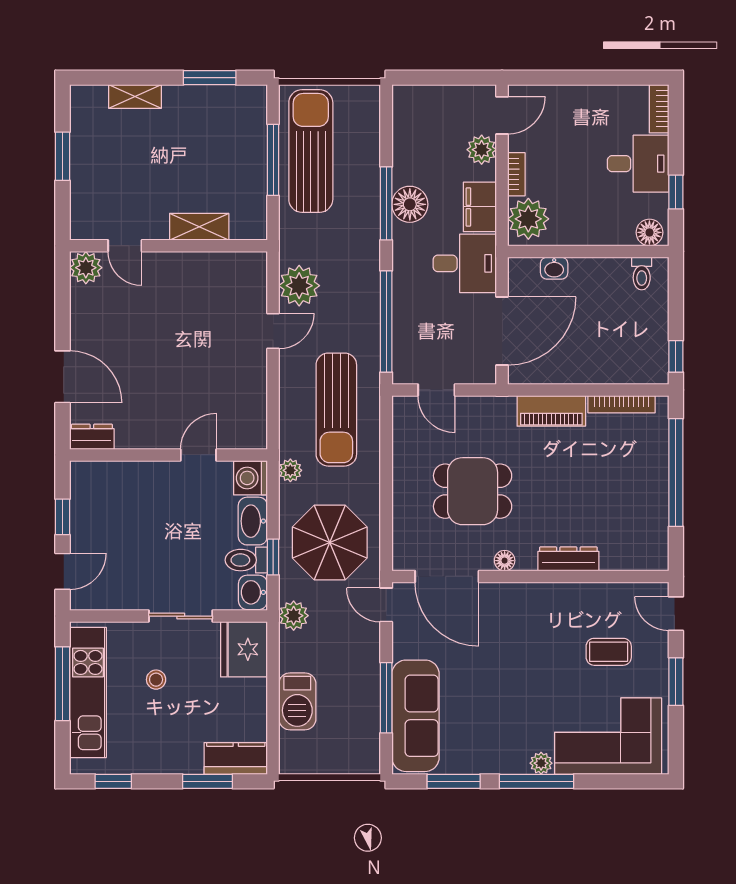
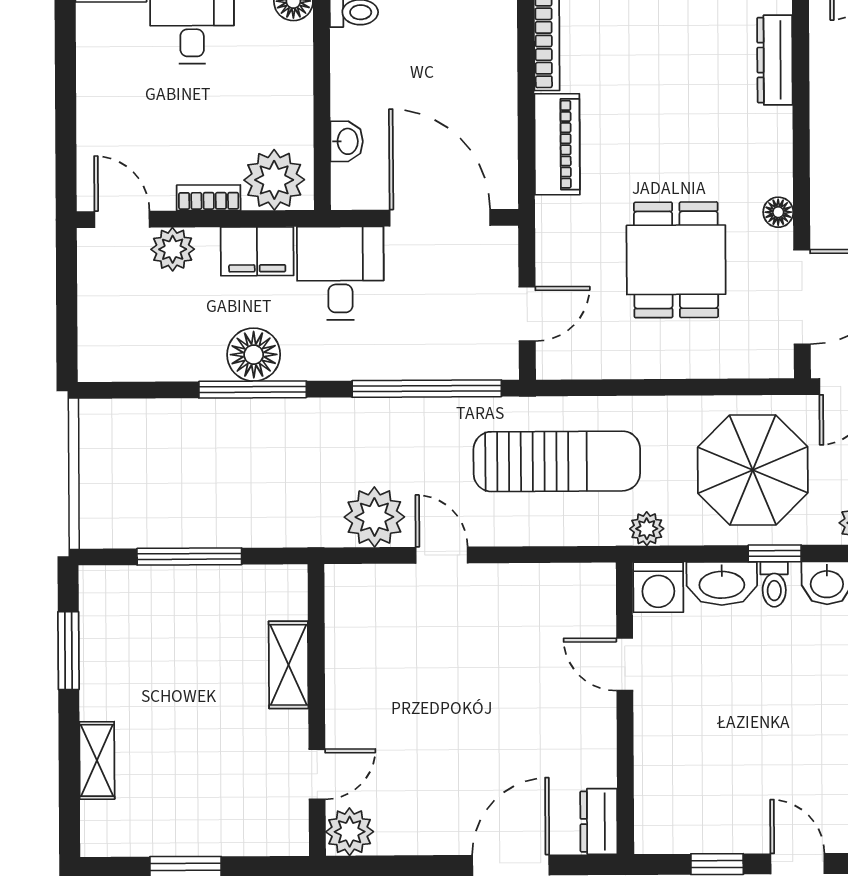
sun lounger: (311, 151) -> (176, 501), removed
dresser: (568, 559) -> (775, 60), moved
toilet: (246, 560) -> (774, 584), width x0.73, depth x0.72

